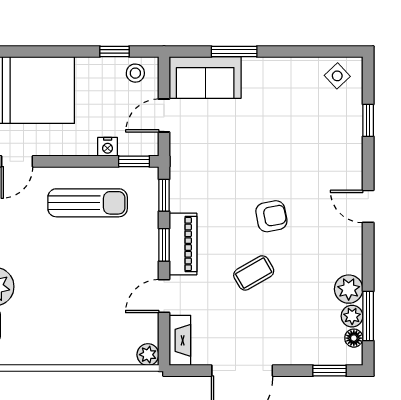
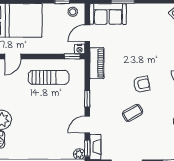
nightstand: (108, 147) -> (80, 49), moved
window: (164, 195) -> (87, 148), moved
piano: (183, 244) -> (97, 63), moved

